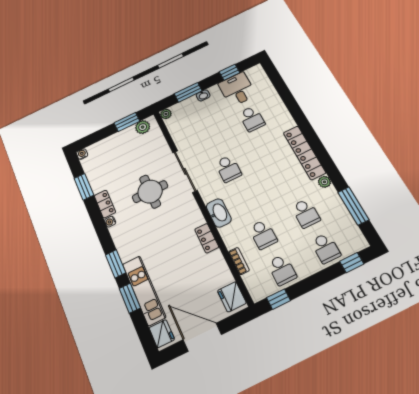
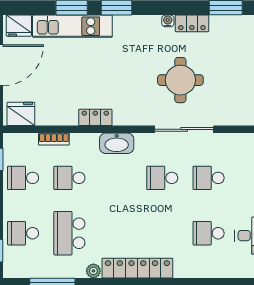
school desk: (212, 138) -> (209, 178), added
school desk: (306, 213) -> (69, 233), width x1.85

